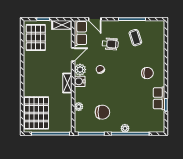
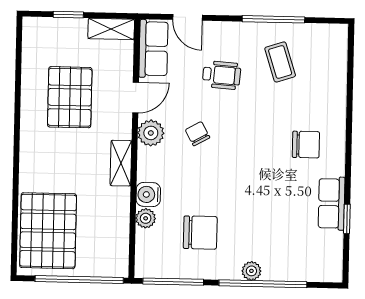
pallet: (36, 38) -> (70, 97), moved
water cooler: (80, 81) -> (148, 194), moved

